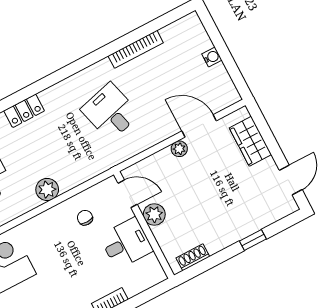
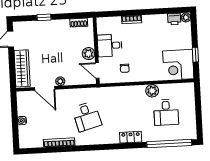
wardrobe: (250, 141) -> (22, 68), width x1.50
plant: (47, 190) -> (152, 91), moved

